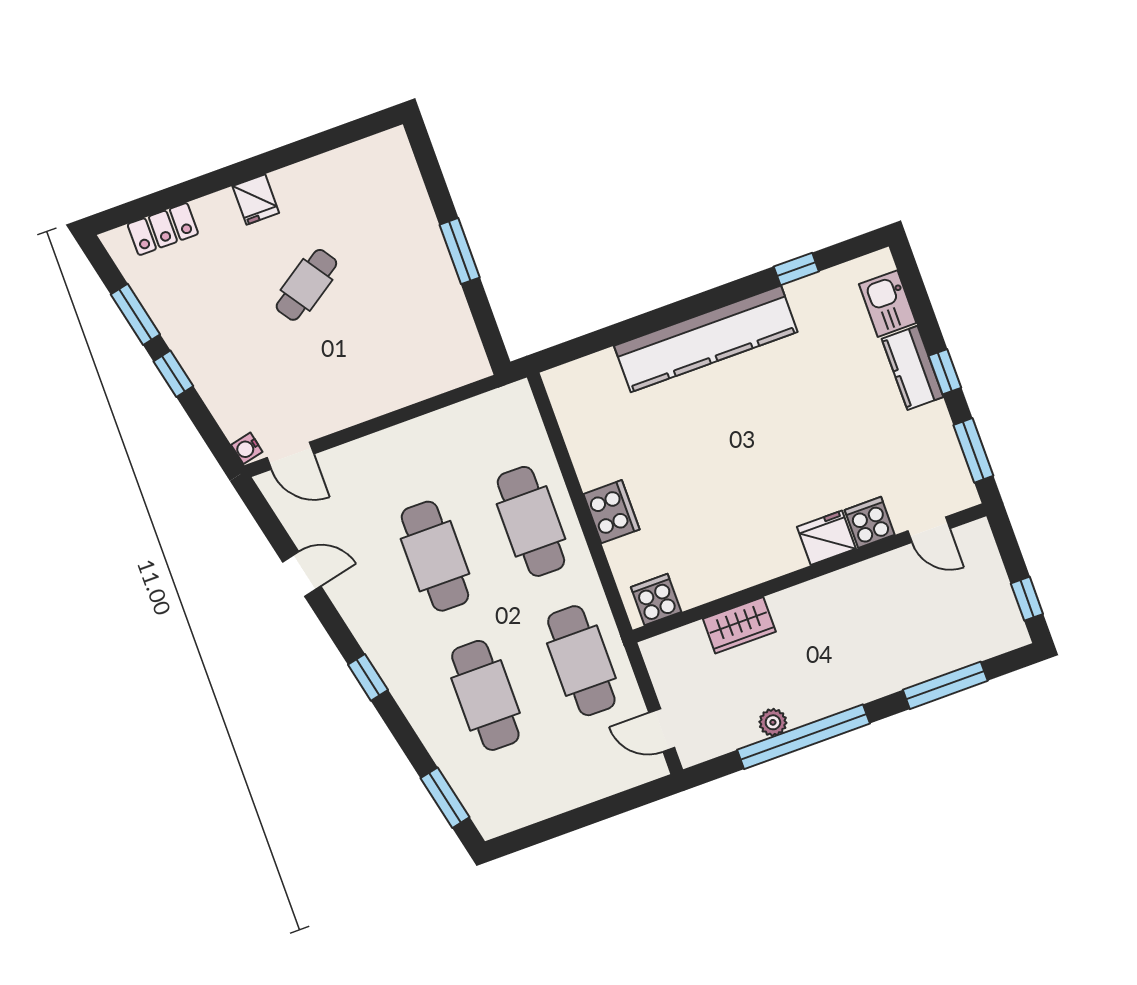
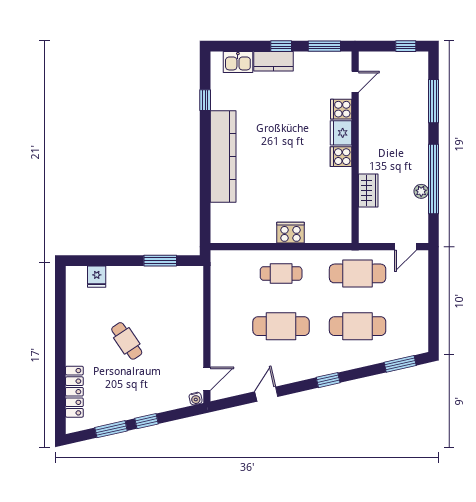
fridge: (256, 199) -> (97, 277), moved, turned 90
locker: (163, 229) -> (74, 392), width x1.53
window: (460, 251) -> (160, 261), moved
cafe table: (531, 521) -> (281, 273), width x0.73, depth x0.74
cooker: (656, 600) -> (341, 157), moved

